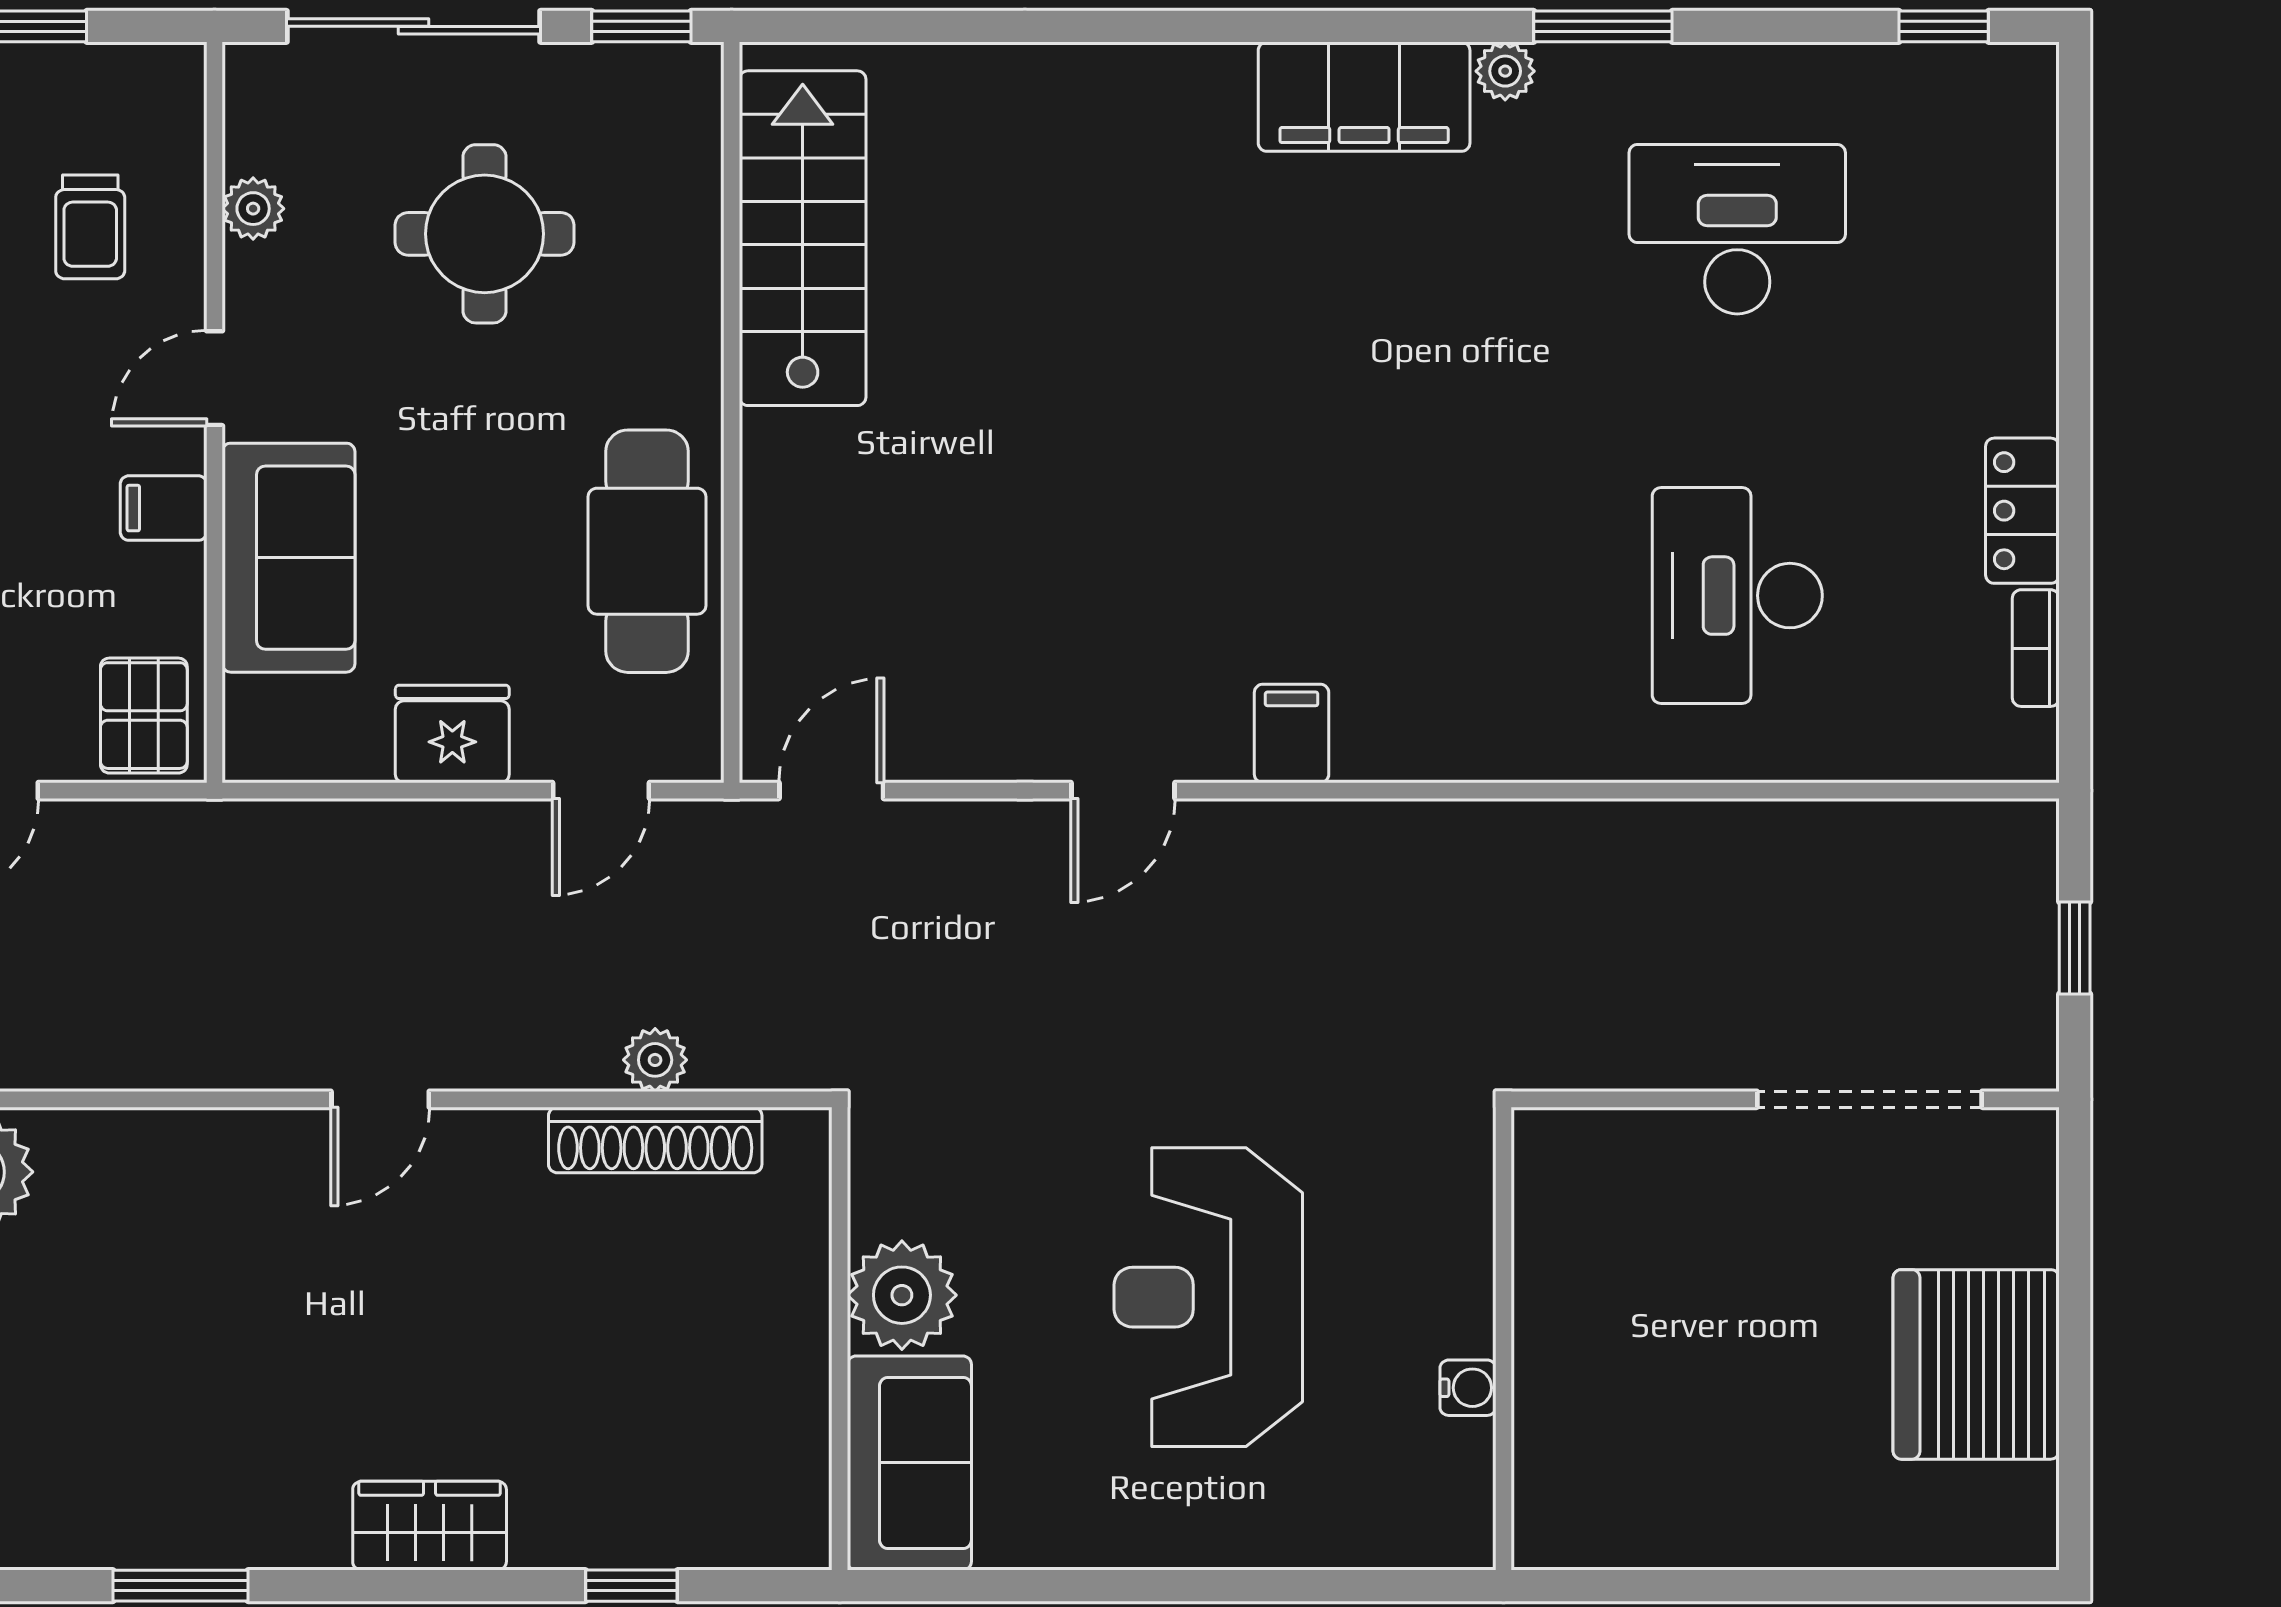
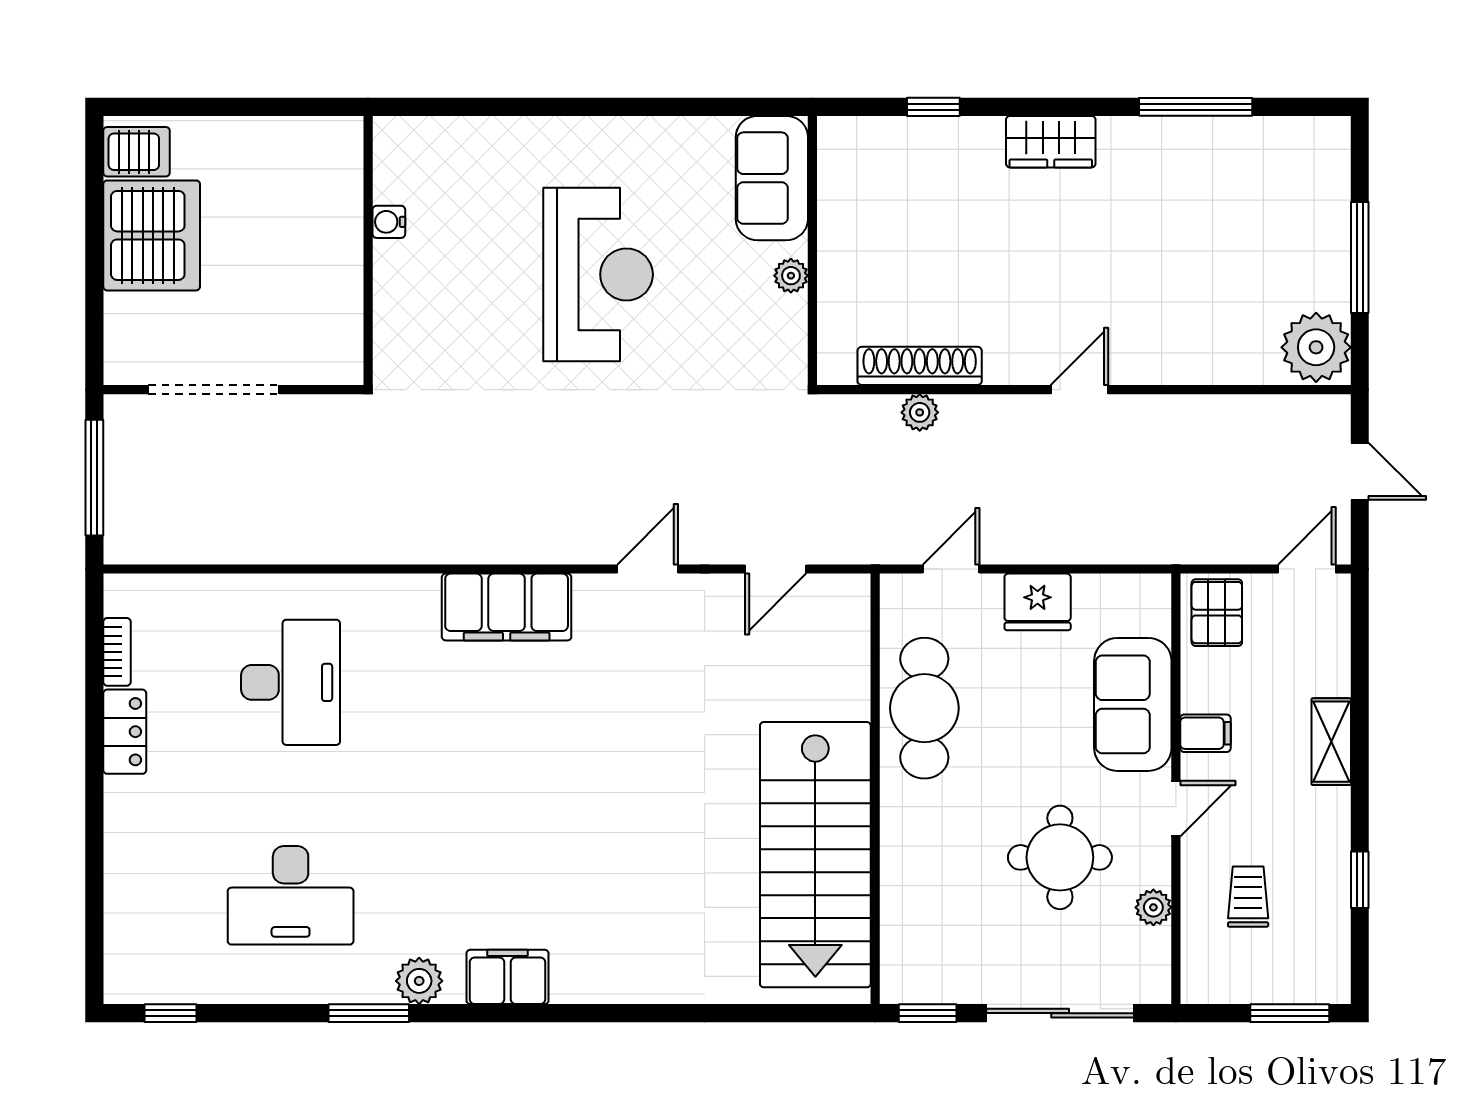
plant: (1505, 71) -> (419, 981), width x1.38, depth x1.38
filing cabinet: (1364, 97) -> (508, 977), width x0.67, depth x0.86
round table: (485, 234) -> (1060, 857), moved
stairs: (803, 238) -> (815, 855), width x1.36, depth x1.51
filing cabinet: (1292, 733) -> (507, 607), width x3.00, depth x1.17
door: (831, 791) -> (776, 569), moved
window: (2075, 948) -> (94, 478), width x2.17
plant: (902, 1295) -> (791, 276), width x0.53, depth x0.53
wall: (1504, 1339) -> (368, 250), moved
water cooler: (1468, 1388) -> (389, 222), moved
server rack: (2002, 1508) -> (136, 152), added
window: (180, 1586) -> (1196, 107), width x1.44

